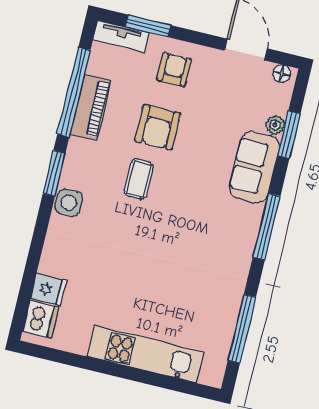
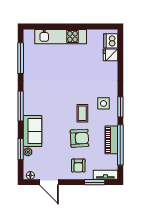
armchair: (158, 127) -> (79, 138), turned 87
side table: (69, 203) -> (103, 103), moved

